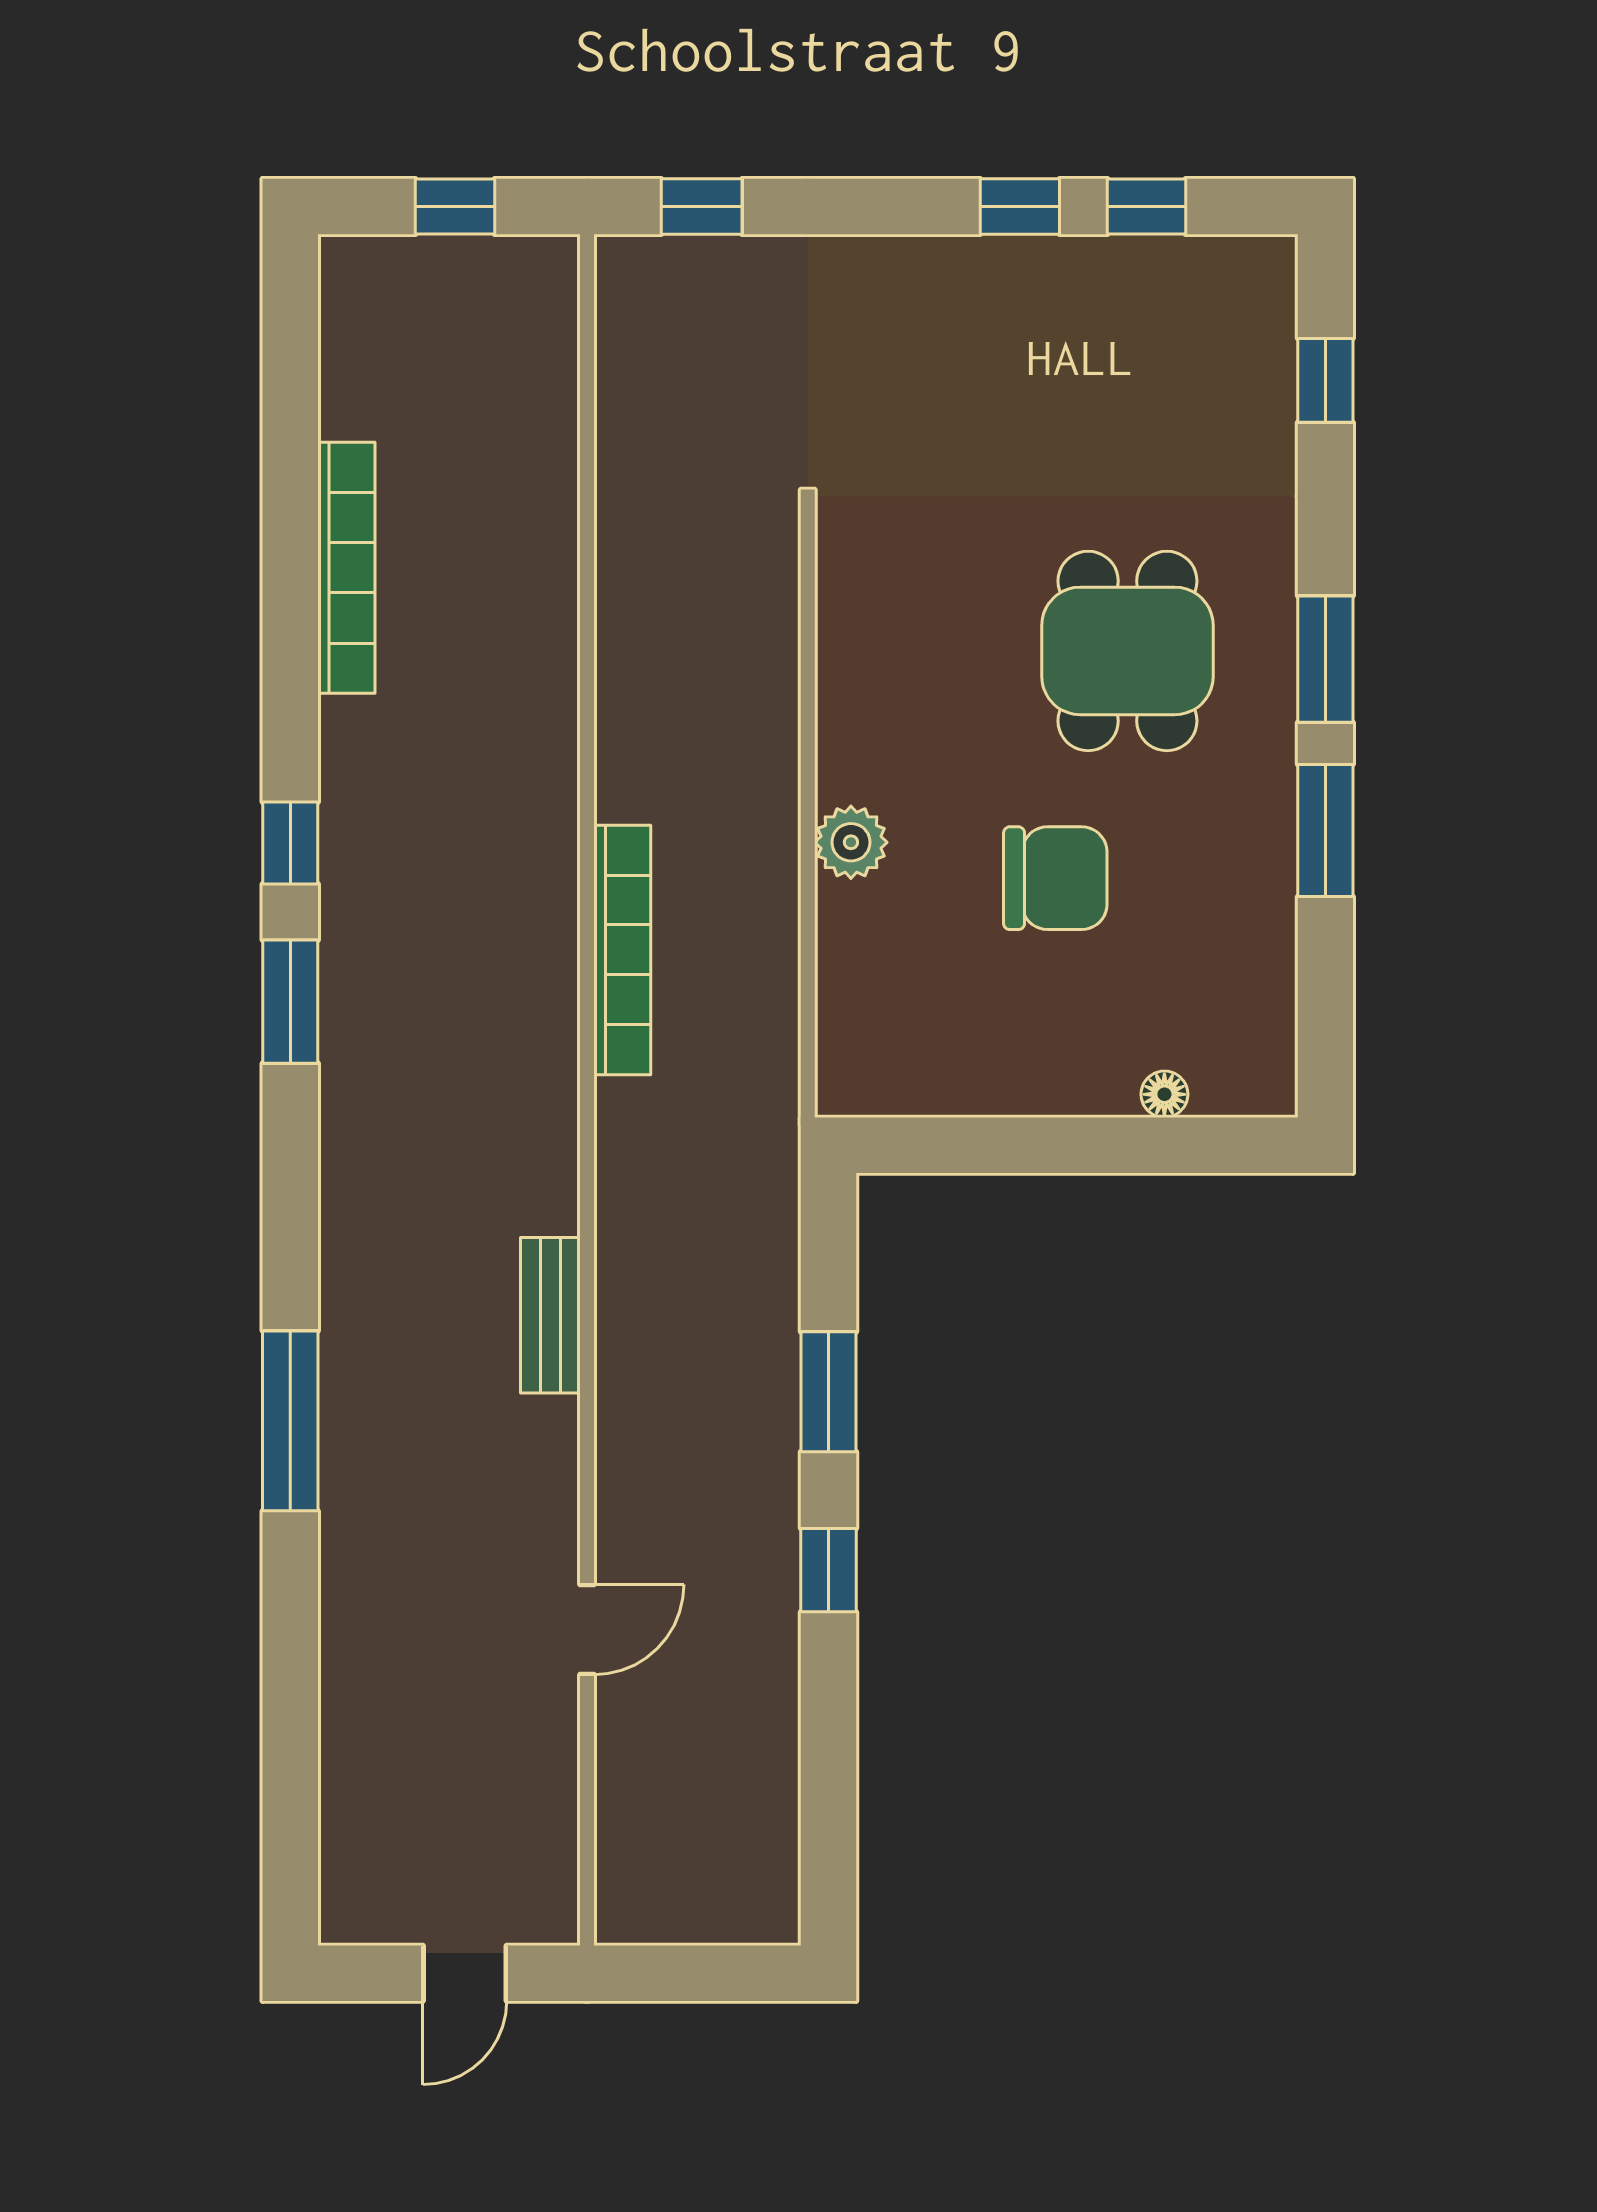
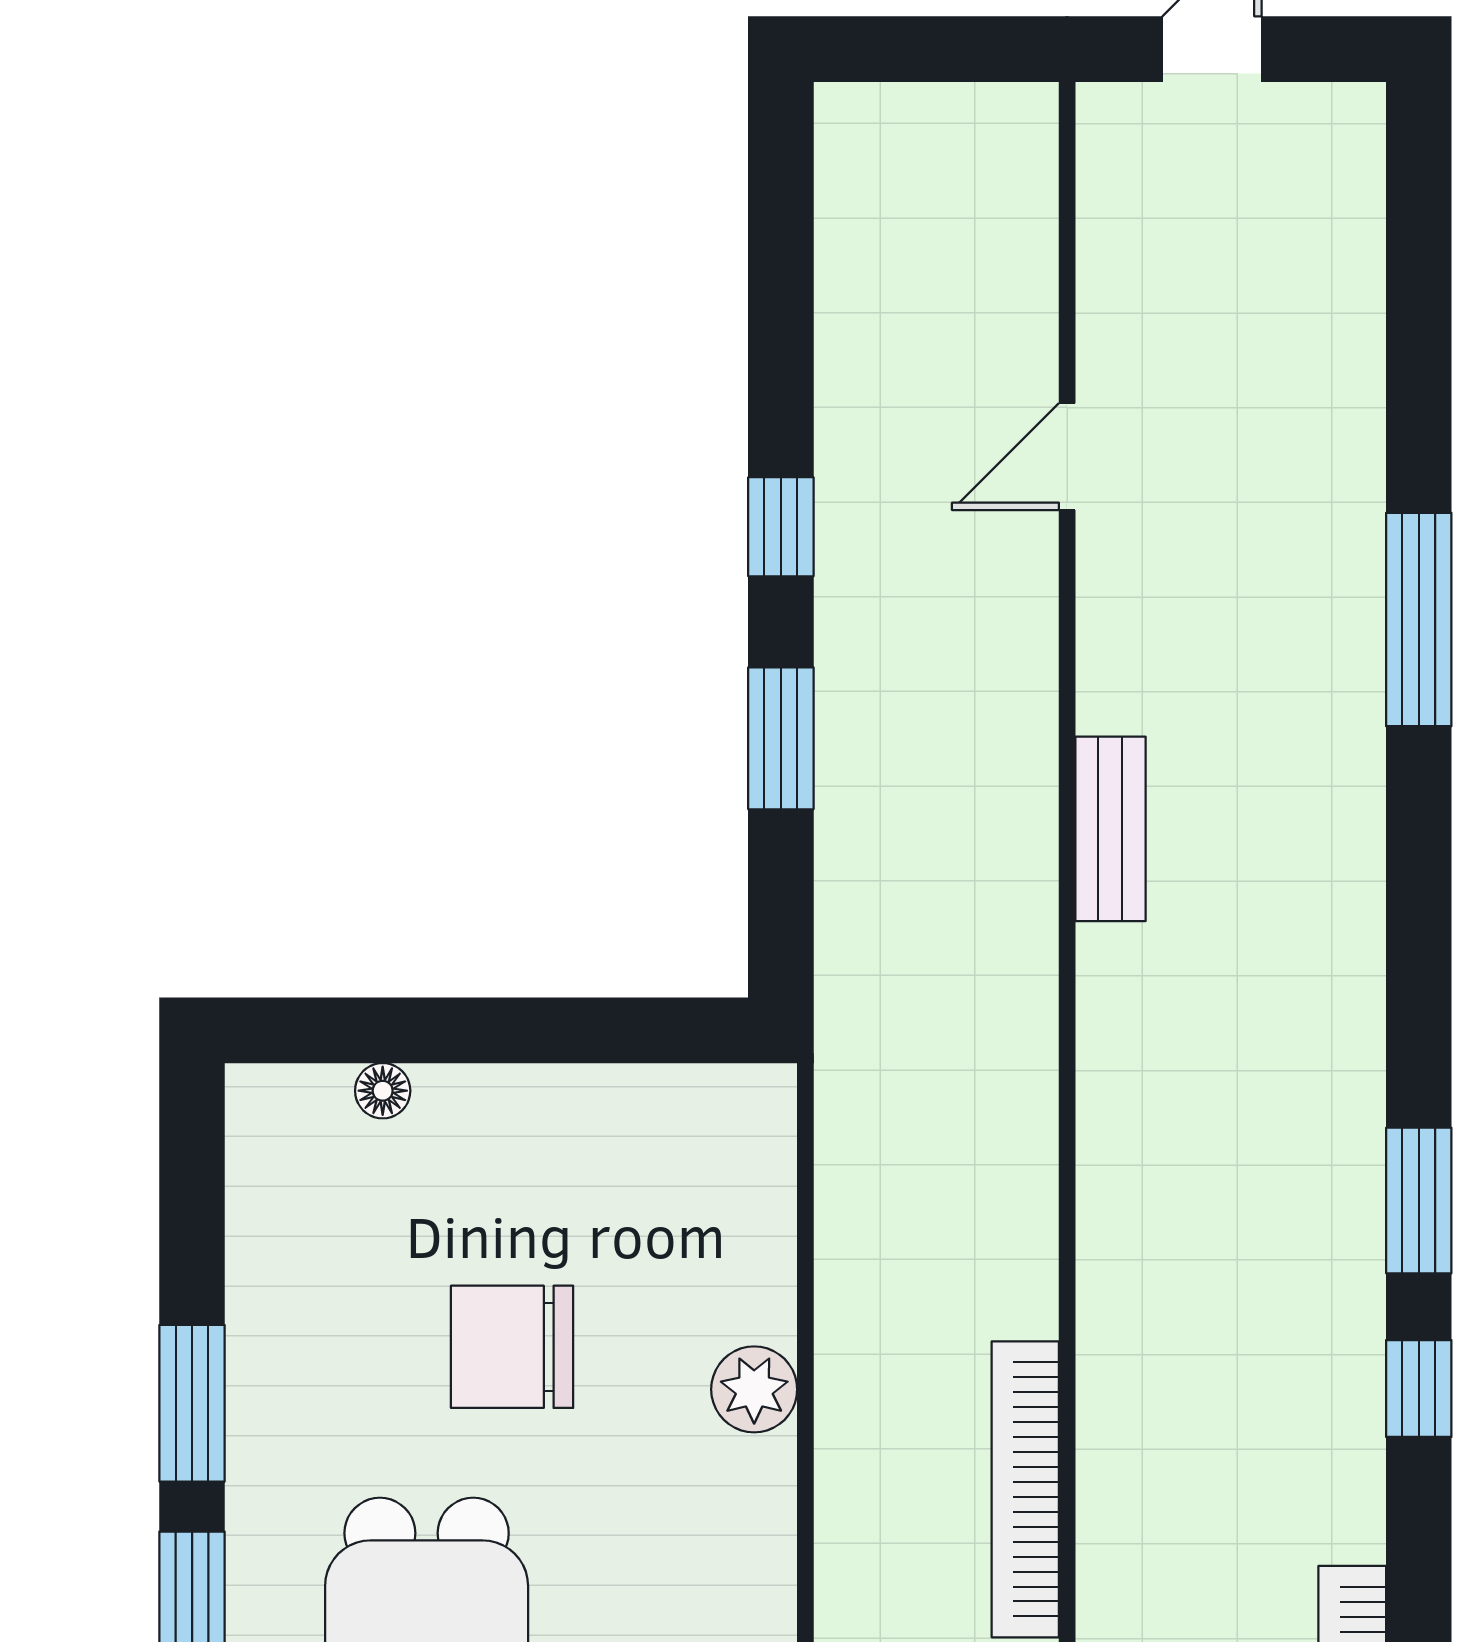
bookcase: (622, 950) -> (1025, 1489), moved
window: (290, 1421) -> (1419, 620), moved

